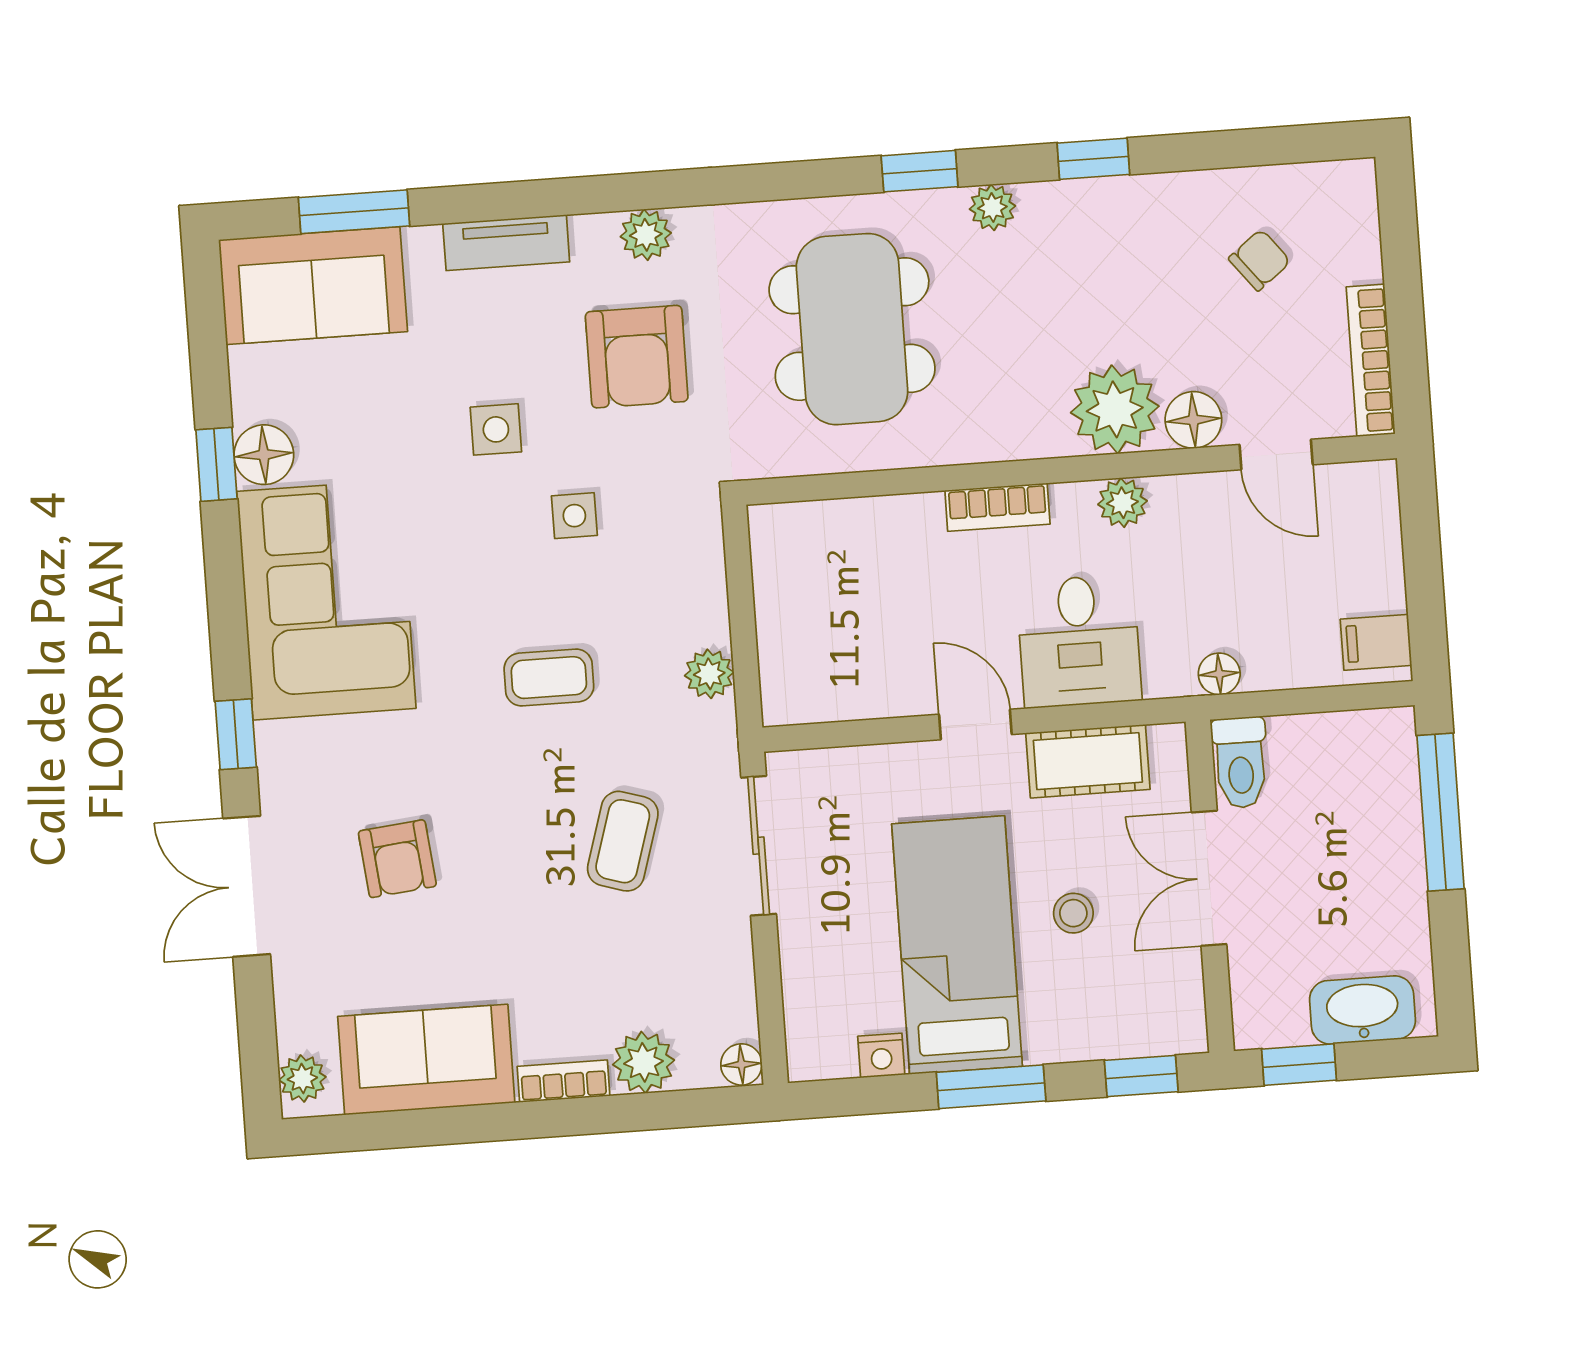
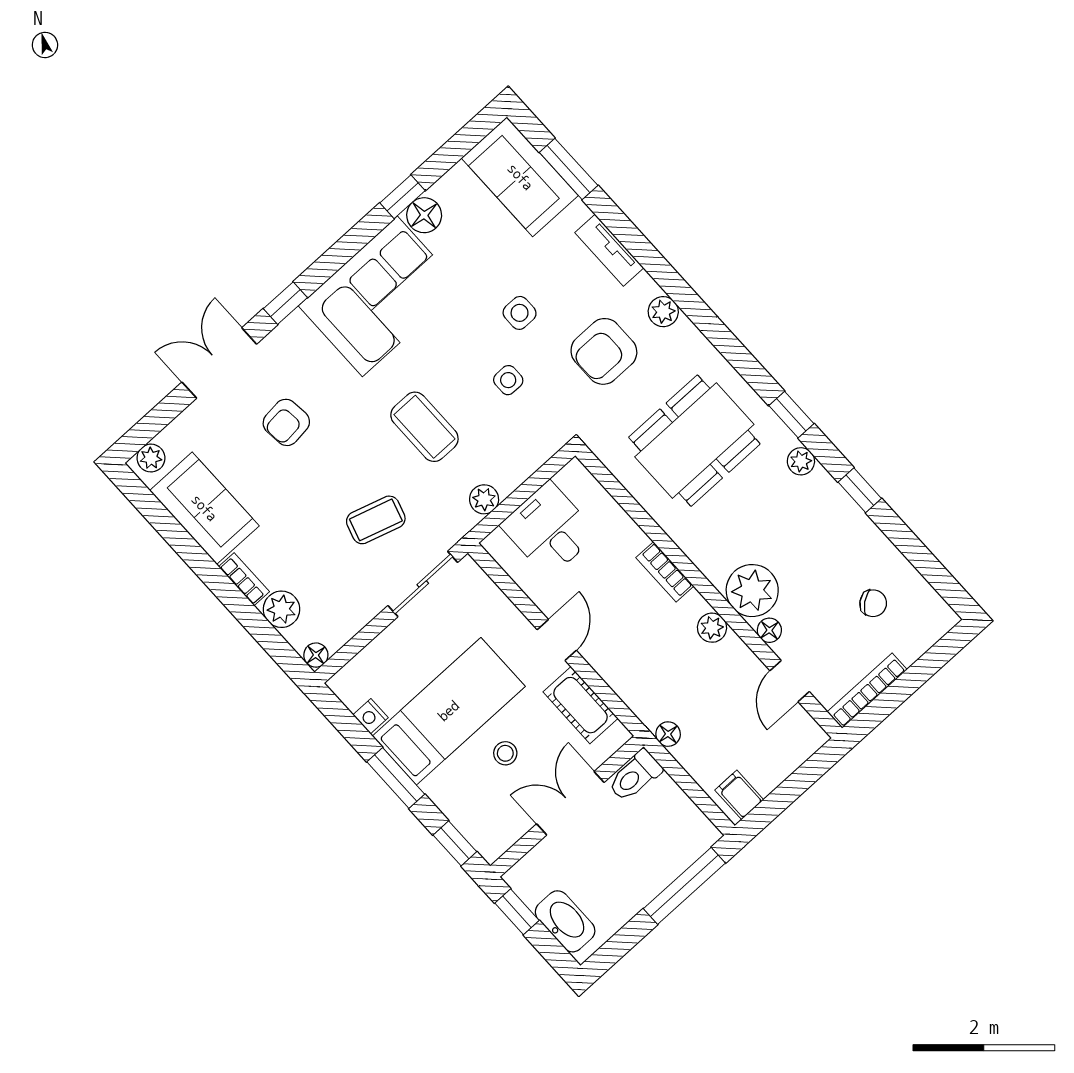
floor lamp: (1193, 420) -> (769, 630), width x0.73, depth x0.73
desk: (1079, 641) -> (549, 529), moved, turned 90
coffee table: (549, 678) -> (424, 427), width x1.36, depth x1.30

